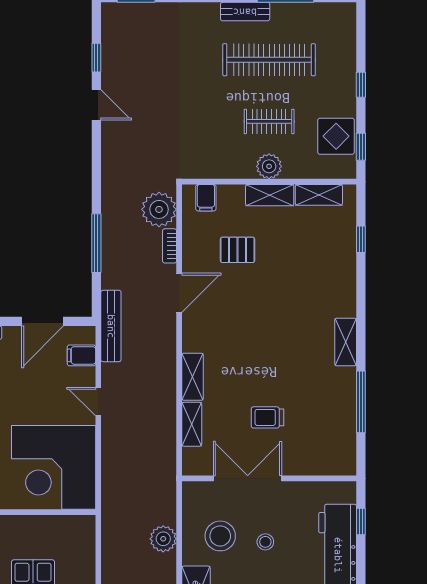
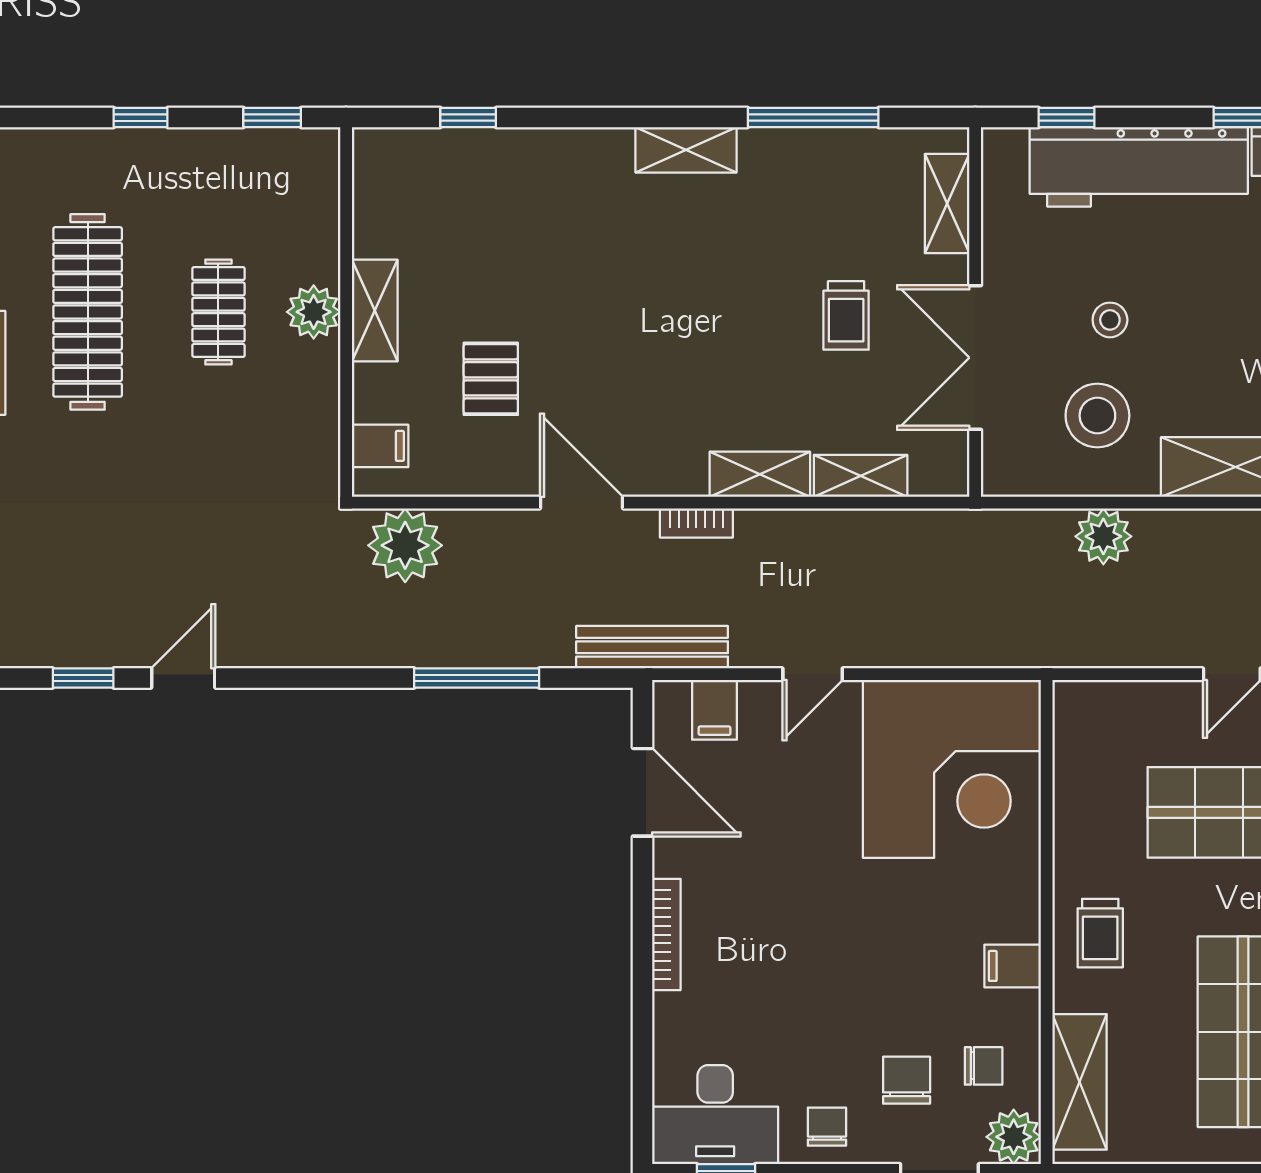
display table: (336, 136) -> (250, 170), removed
shelving: (319, 195) -> (947, 204), moved
bookcase: (170, 246) -> (696, 523), moved

